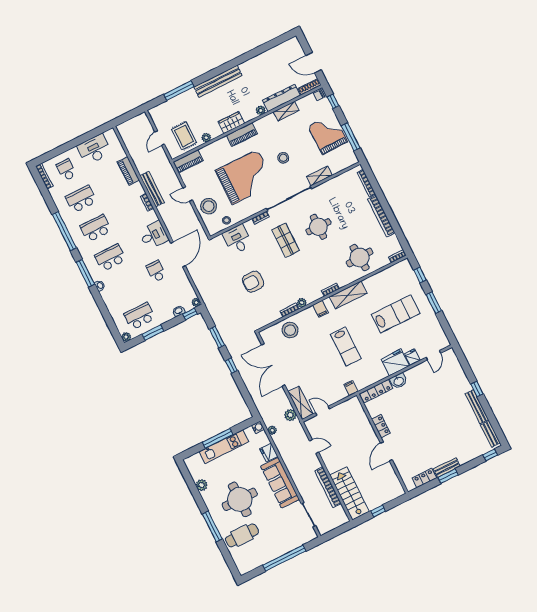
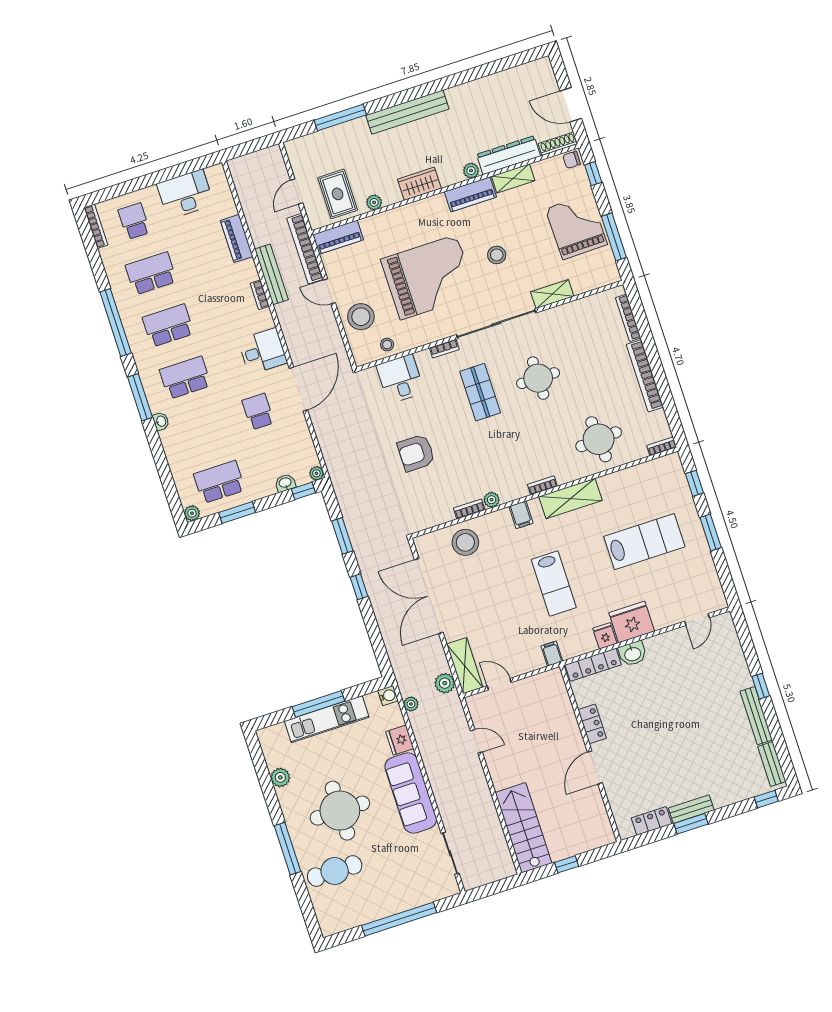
piano: (242, 135) -> (470, 194), moved
fridge: (412, 357) -> (605, 636), moved
bookcase: (328, 487) -> (305, 249), moved

